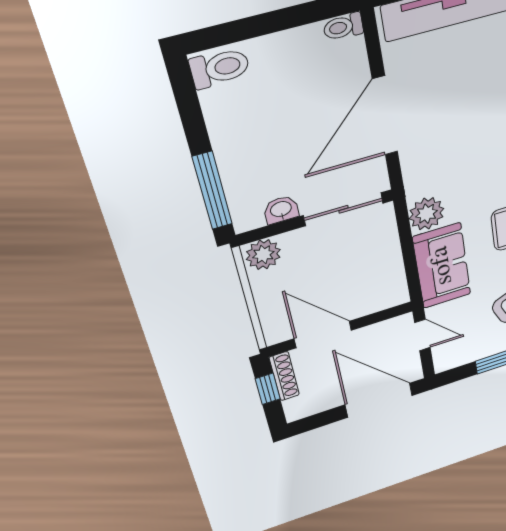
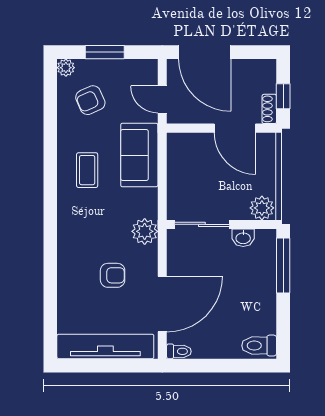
armchair: (457, 108) -> (113, 275), added
door: (385, 116) -> (162, 304), moved
plant: (427, 214) -> (145, 231), moved
shoe rack: (284, 376) -> (269, 109), width x0.70

